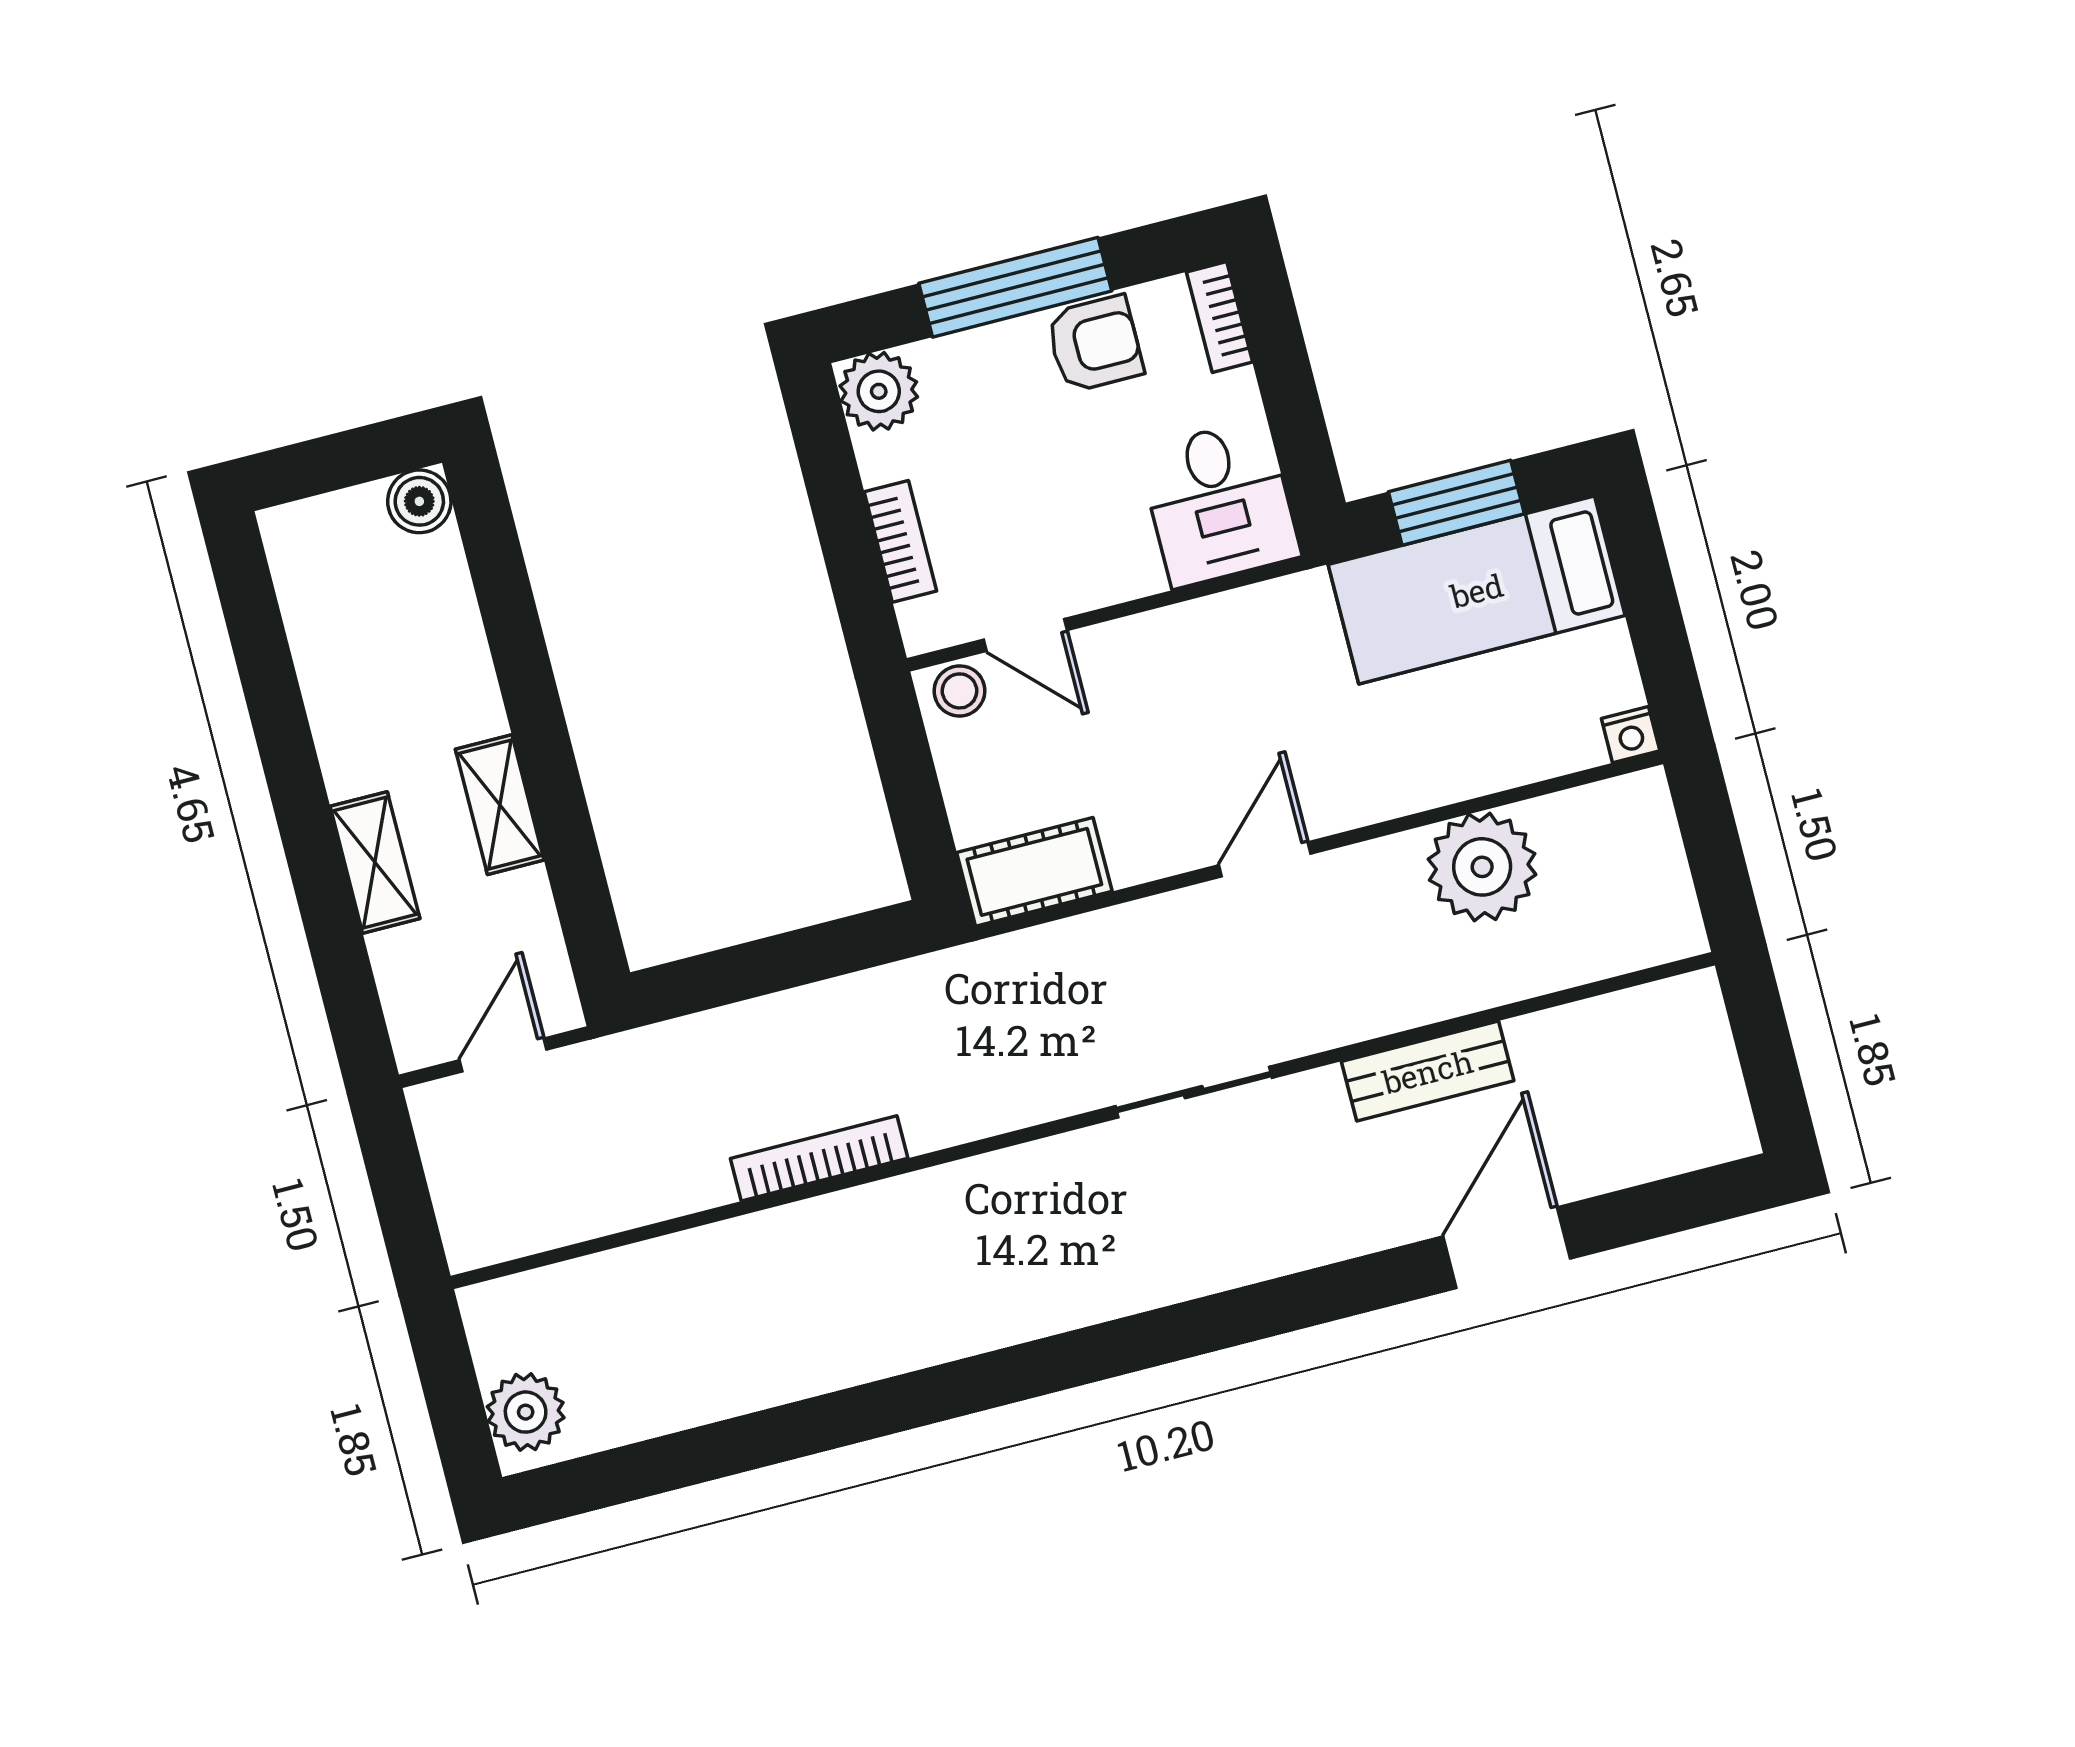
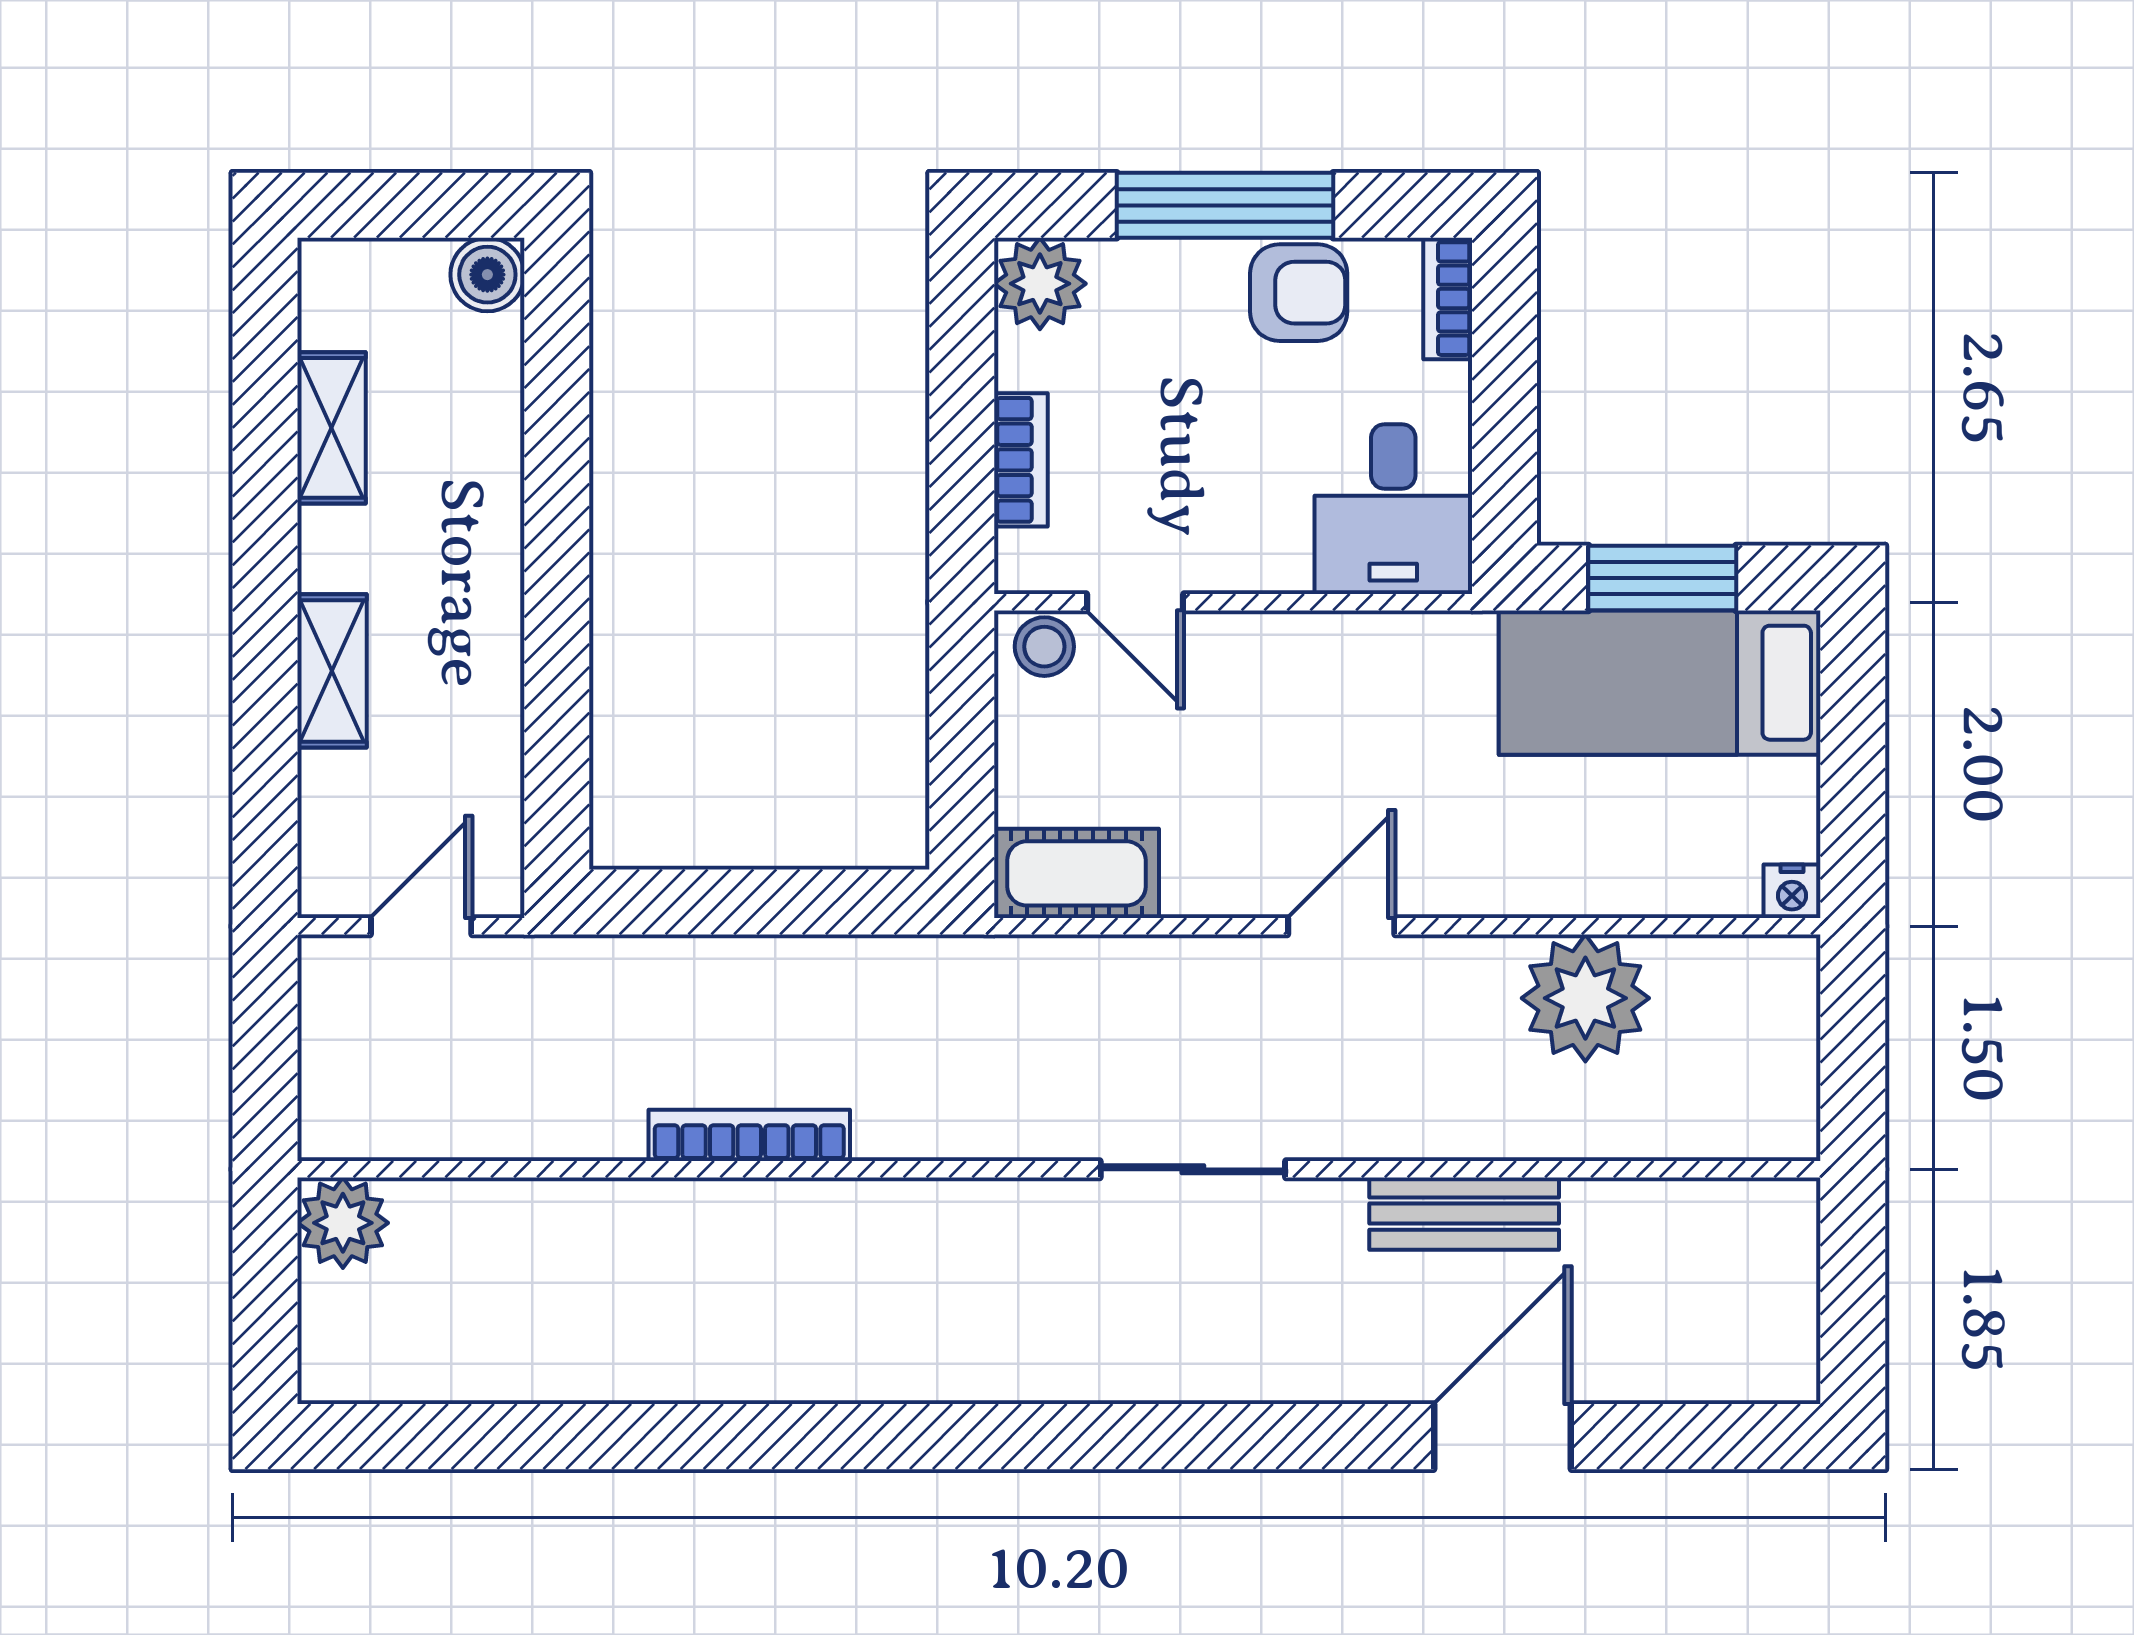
shelving: (500, 805) -> (332, 428), moved
plant: (526, 1412) -> (343, 1223), moved

